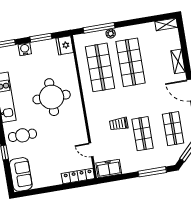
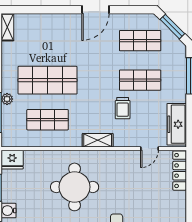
shelving: (178, 61) -> (98, 140), moved
shop shelf: (100, 67) -> (48, 120), width x0.70, depth x0.74
freezer: (109, 169) -> (177, 124), width x1.40

